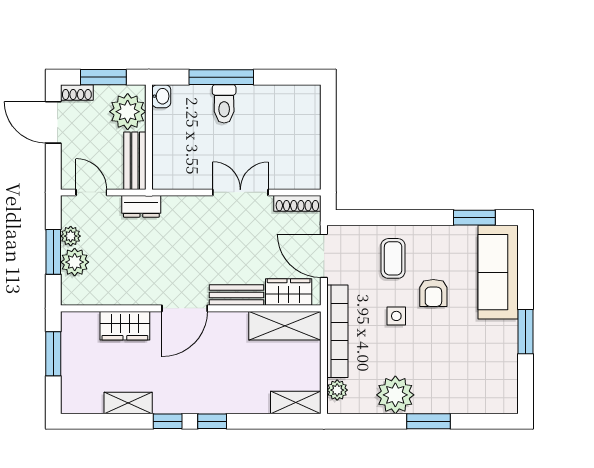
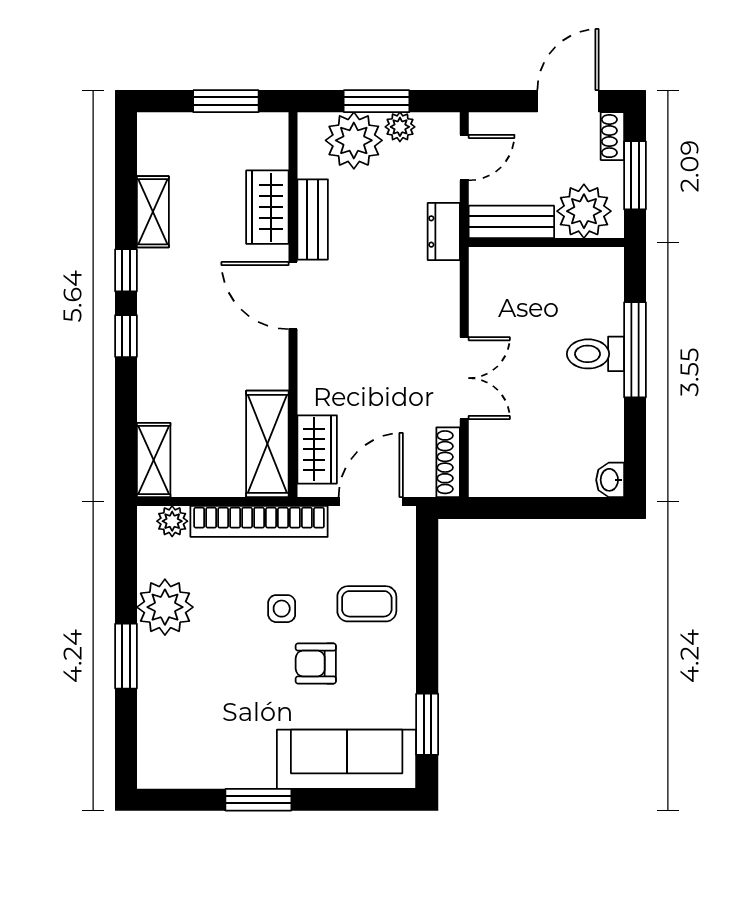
washbasin: (161, 96) -> (610, 480), moved, turned 90
plant: (75, 262) -> (354, 140), width x1.36, depth x1.36
bench: (237, 295) -> (313, 219), moved

